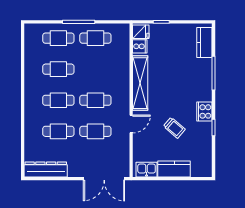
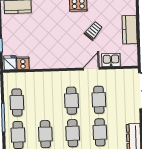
shelving: (140, 83) -> (55, 62), removed
door: (131, 124) -> (91, 69), hinge flipped
kitchen sink: (147, 170) -> (111, 60), moved, turned 90

